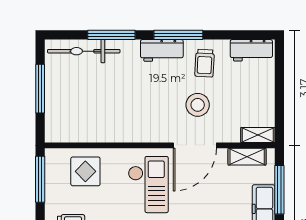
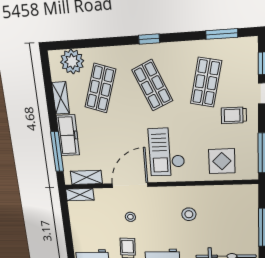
stool: (198, 105) -> (130, 217), width x0.53, depth x0.53
stool: (126, 107) -> (189, 214), added

